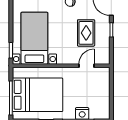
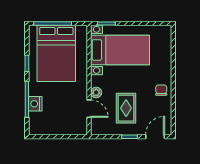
rug: (86, 33) -> (126, 108), turned 90
plant: (72, 59) -> (96, 92), added

